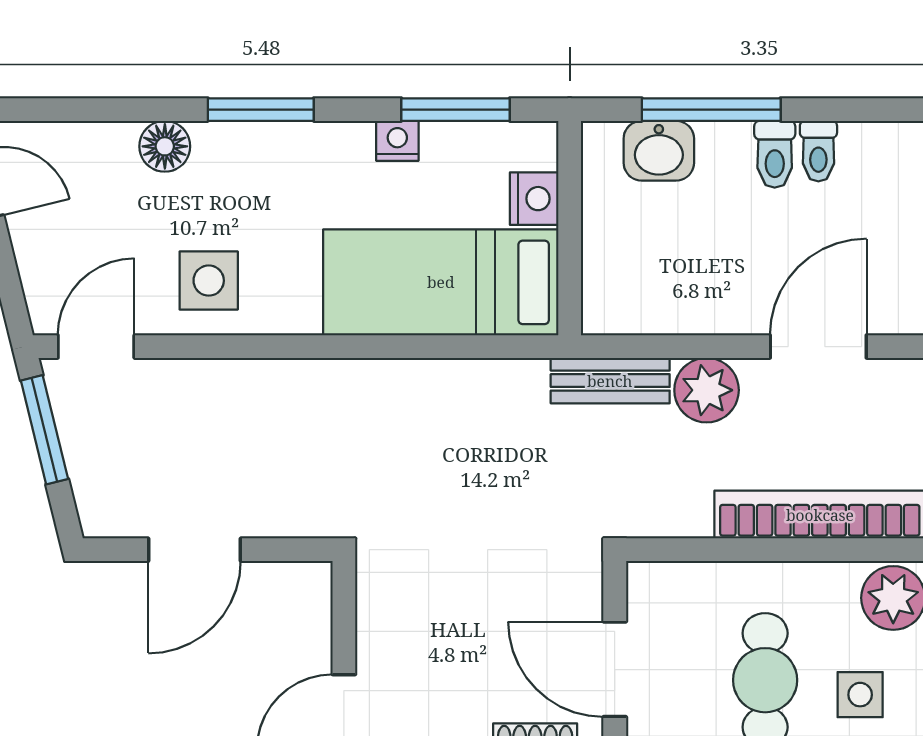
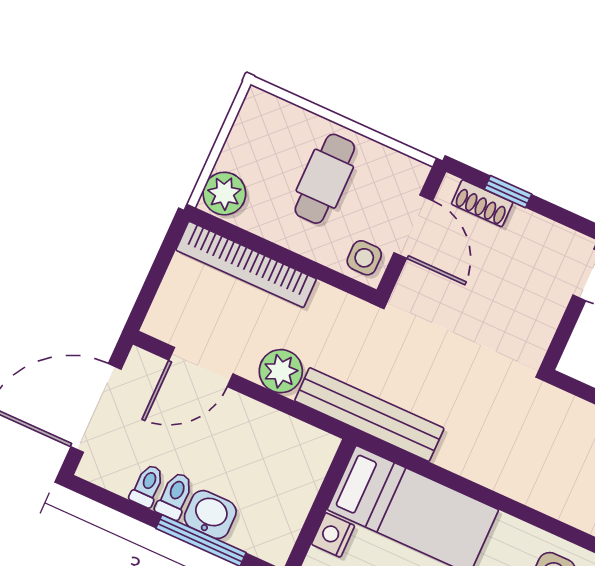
washbasin: (659, 151) -> (210, 515), moved
bench: (610, 381) -> (369, 415), width x1.86, depth x1.21
side table: (860, 695) -> (364, 258), moved

